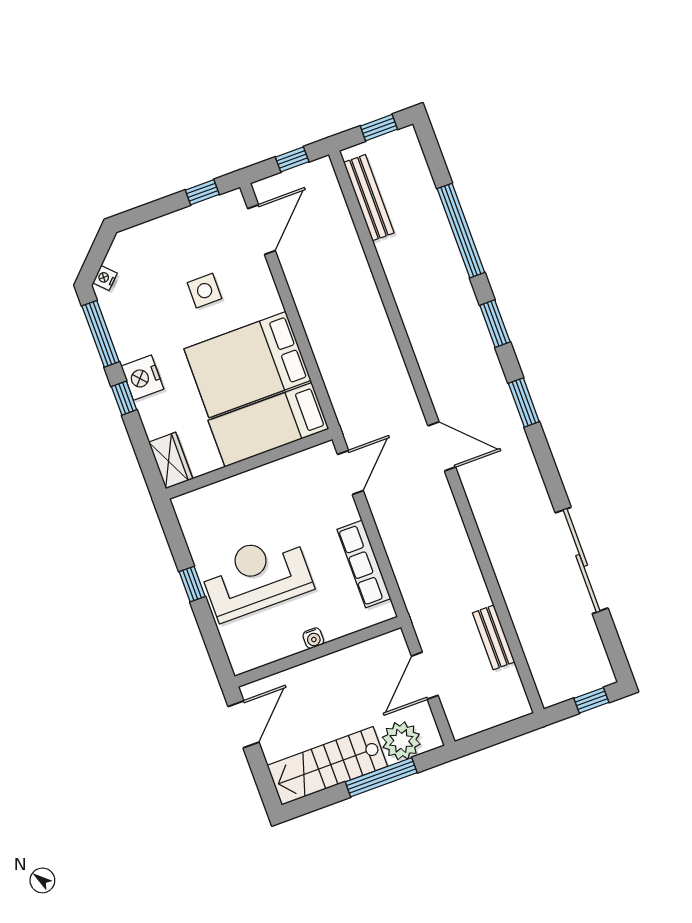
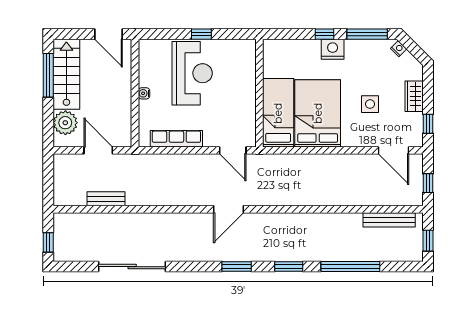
wardrobe: (171, 460) -> (414, 96), moved, turned 90
window: (381, 777) -> (48, 75), moved

